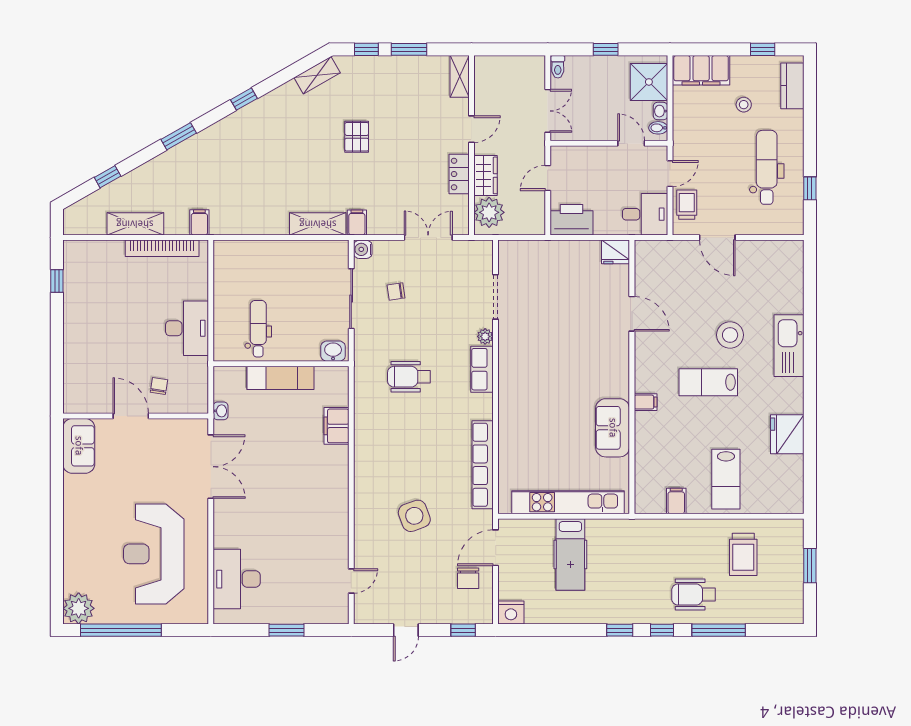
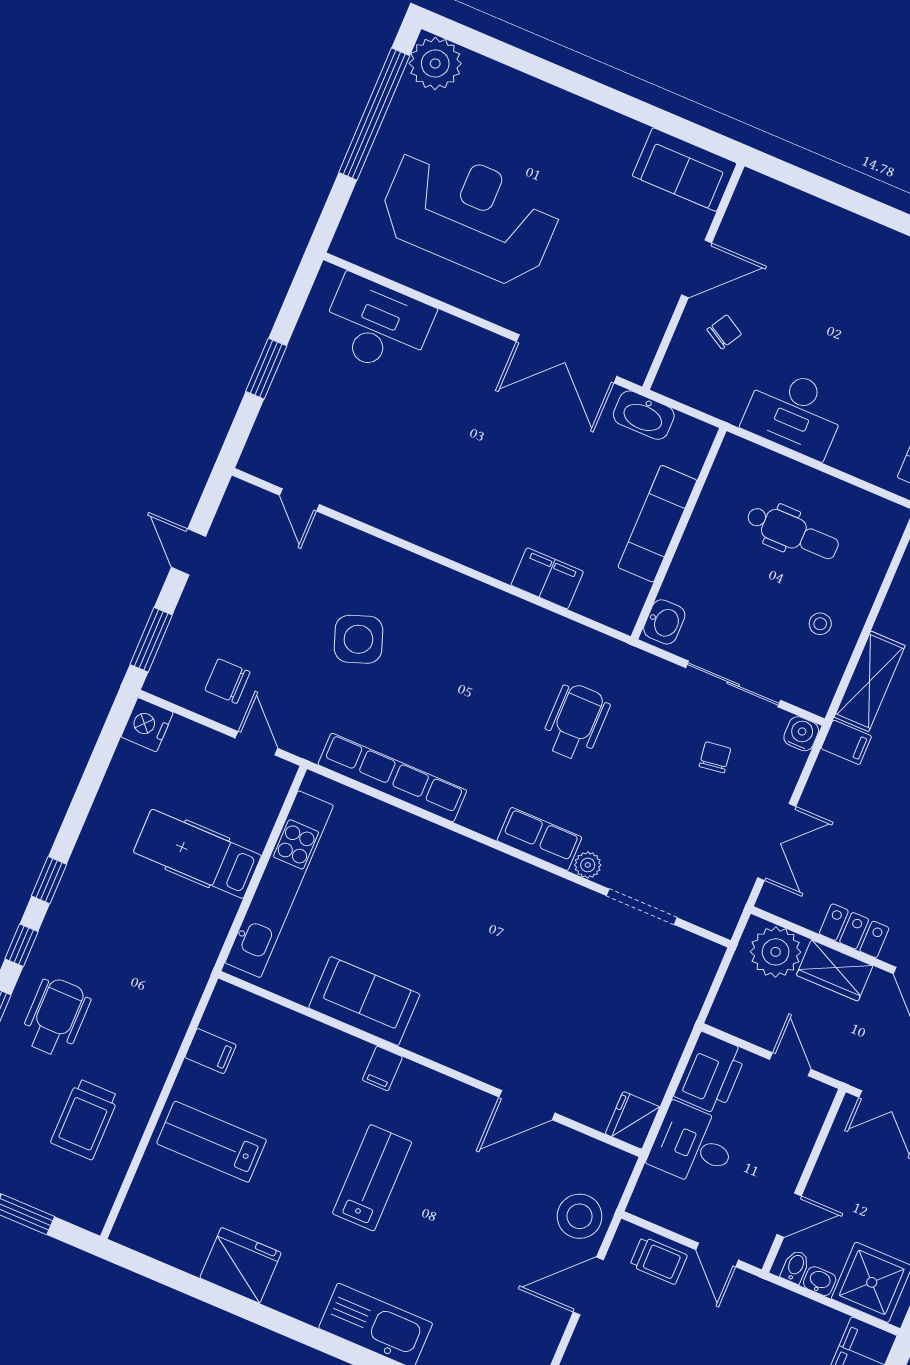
desk: (645, 214) -> (693, 1146), moved, turned 90
stool: (298, 265) -> (820, 624), added
dental chair: (258, 329) -> (792, 532), moved
stool: (730, 335) -> (580, 1216), moved
chair: (159, 386) -> (724, 332), turned -69
washbasin: (221, 411) -> (644, 415), width x1.91, depth x1.45
door: (496, 548) -> (256, 743), width x0.73
trolley: (743, 554) -> (85, 1119), turned -90
window: (463, 630) -> (151, 640), width x1.50

